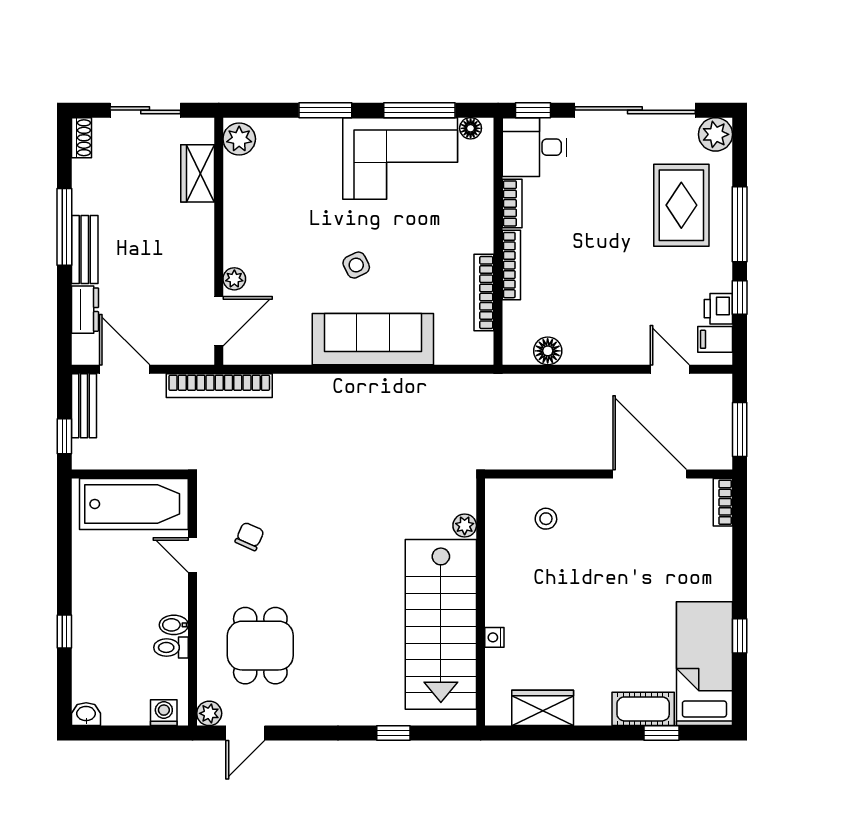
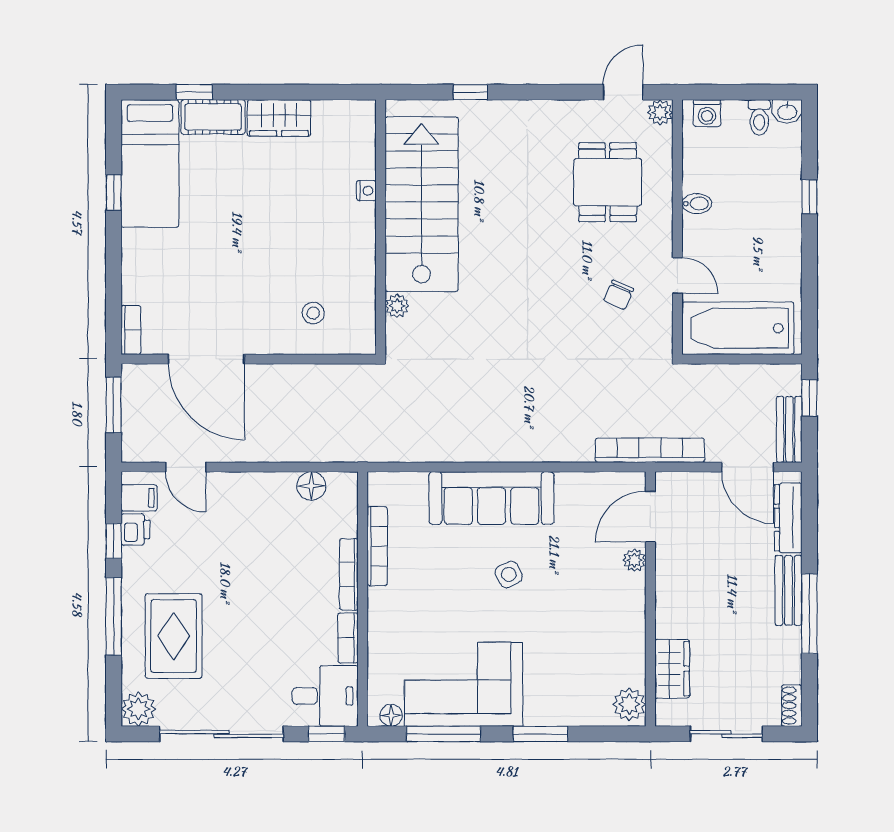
dresser: (85, 310) -> (788, 518), width x1.44
toilet: (171, 647) -> (759, 117), moved, turned 90
wardrobe: (543, 708) -> (279, 118), moved

